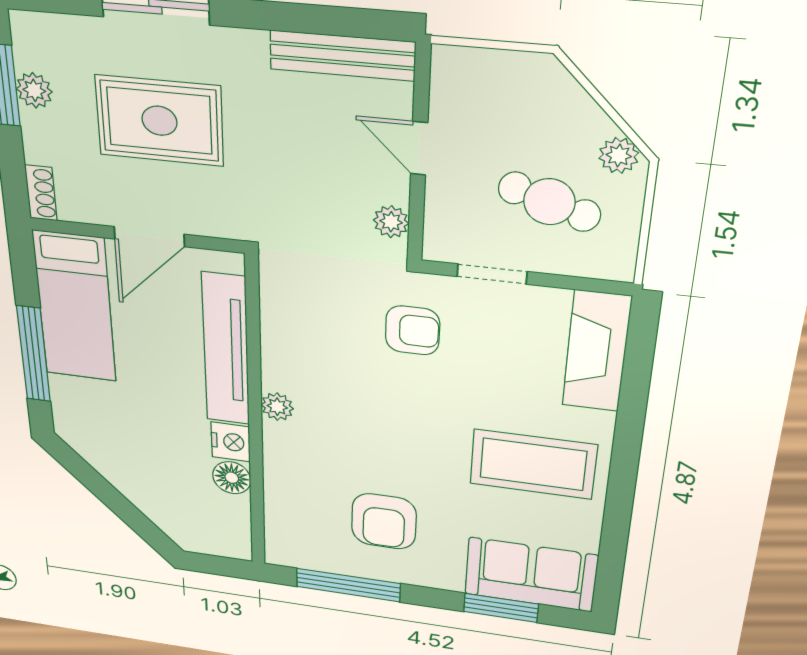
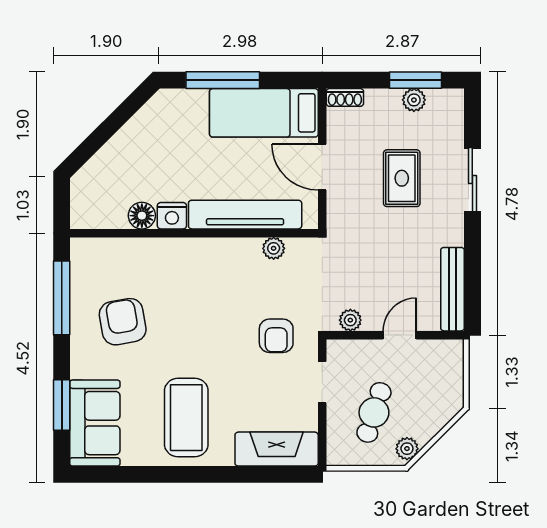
rug: (159, 121) -> (402, 178), width x0.73, depth x0.70
plant: (277, 407) -> (274, 248), moved
armchair: (384, 521) -> (123, 322), turned 80

